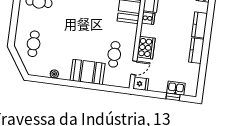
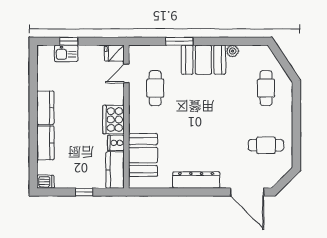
cooker: (146, 48) -> (114, 120), moved
booth: (88, 72) -> (203, 60), moved
window: (92, 86) -> (179, 41), added

